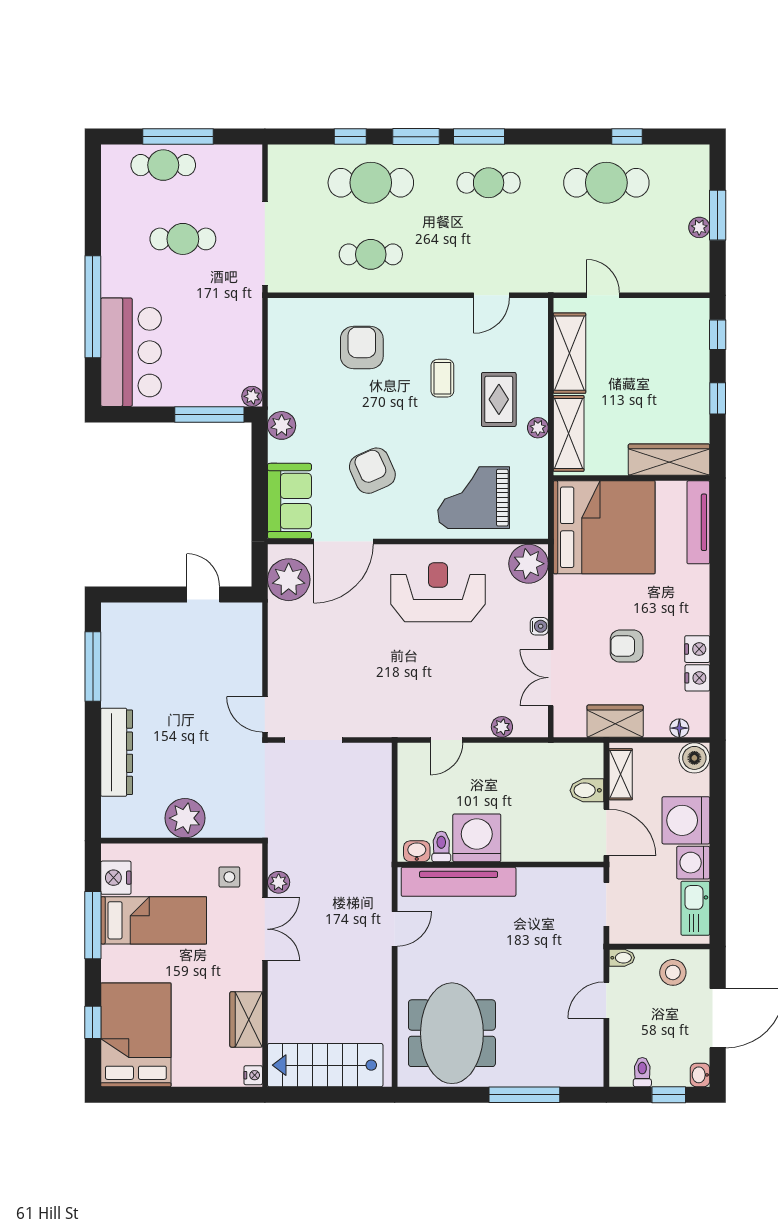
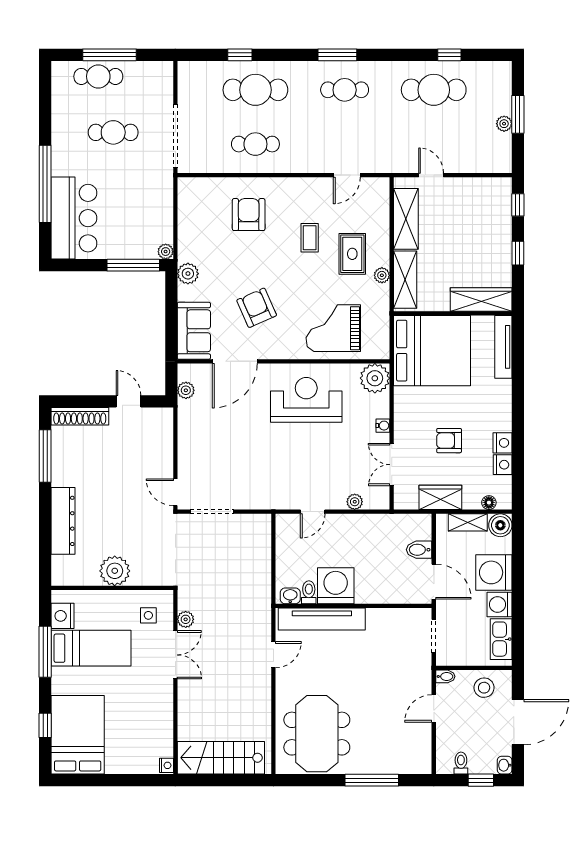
window: (416, 137) -> (290, 55), removed
plant: (289, 580) -> (186, 390), width x0.53, depth x0.53
shoe rack: (139, 614) -> (80, 416), added
shelving: (621, 774) -> (468, 522), moved, turned 90
wardrobe: (246, 1019) -> (161, 723), removed

